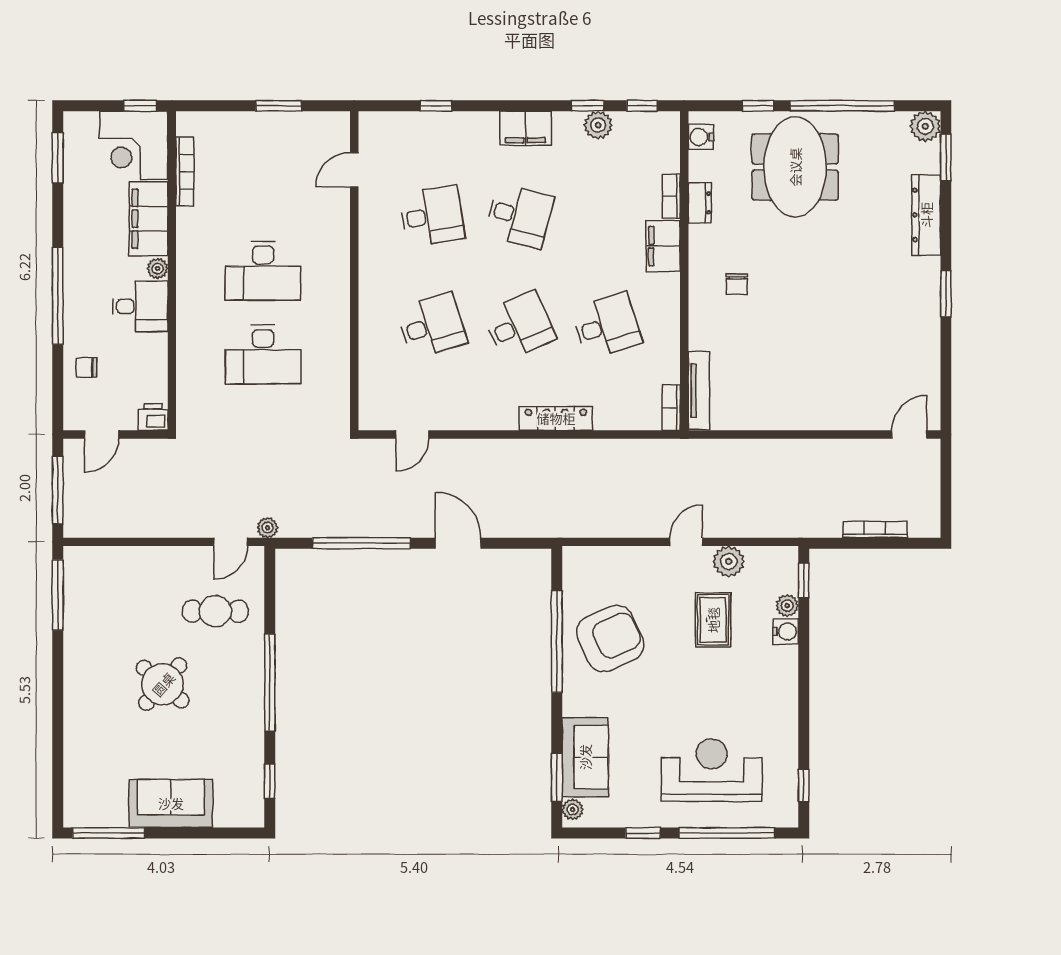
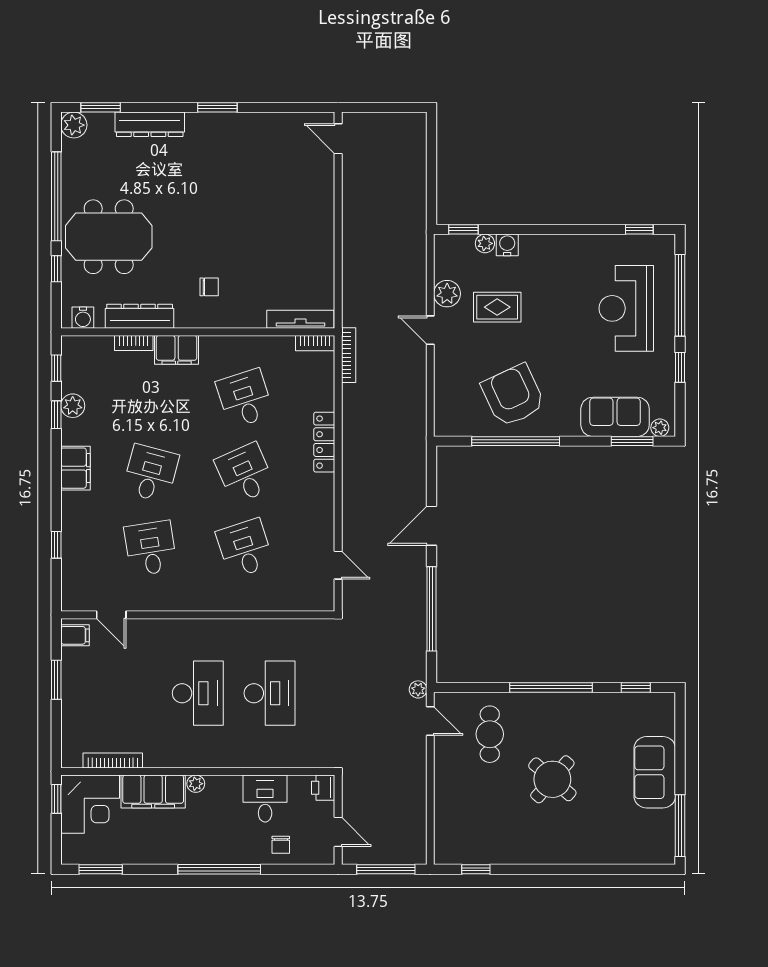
filing cabinet: (330, 128) -> (75, 635), added
dresser: (700, 203) -> (140, 316), width x1.96, depth x1.24
desk: (140, 306) -> (265, 799), moved
bookcase: (875, 530) -> (349, 355), moved, turned 180
window: (58, 595) -> (476, 869), width x0.46

